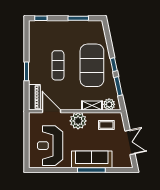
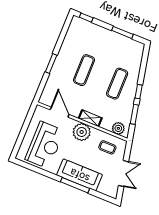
exercise mat: (92, 65) -> (117, 84), width x0.50, depth x0.69
piano: (34, 97) -> (48, 92), removed
shelving: (92, 106) -> (90, 118), moved
reception desk: (50, 146) -> (45, 145), turned 180

